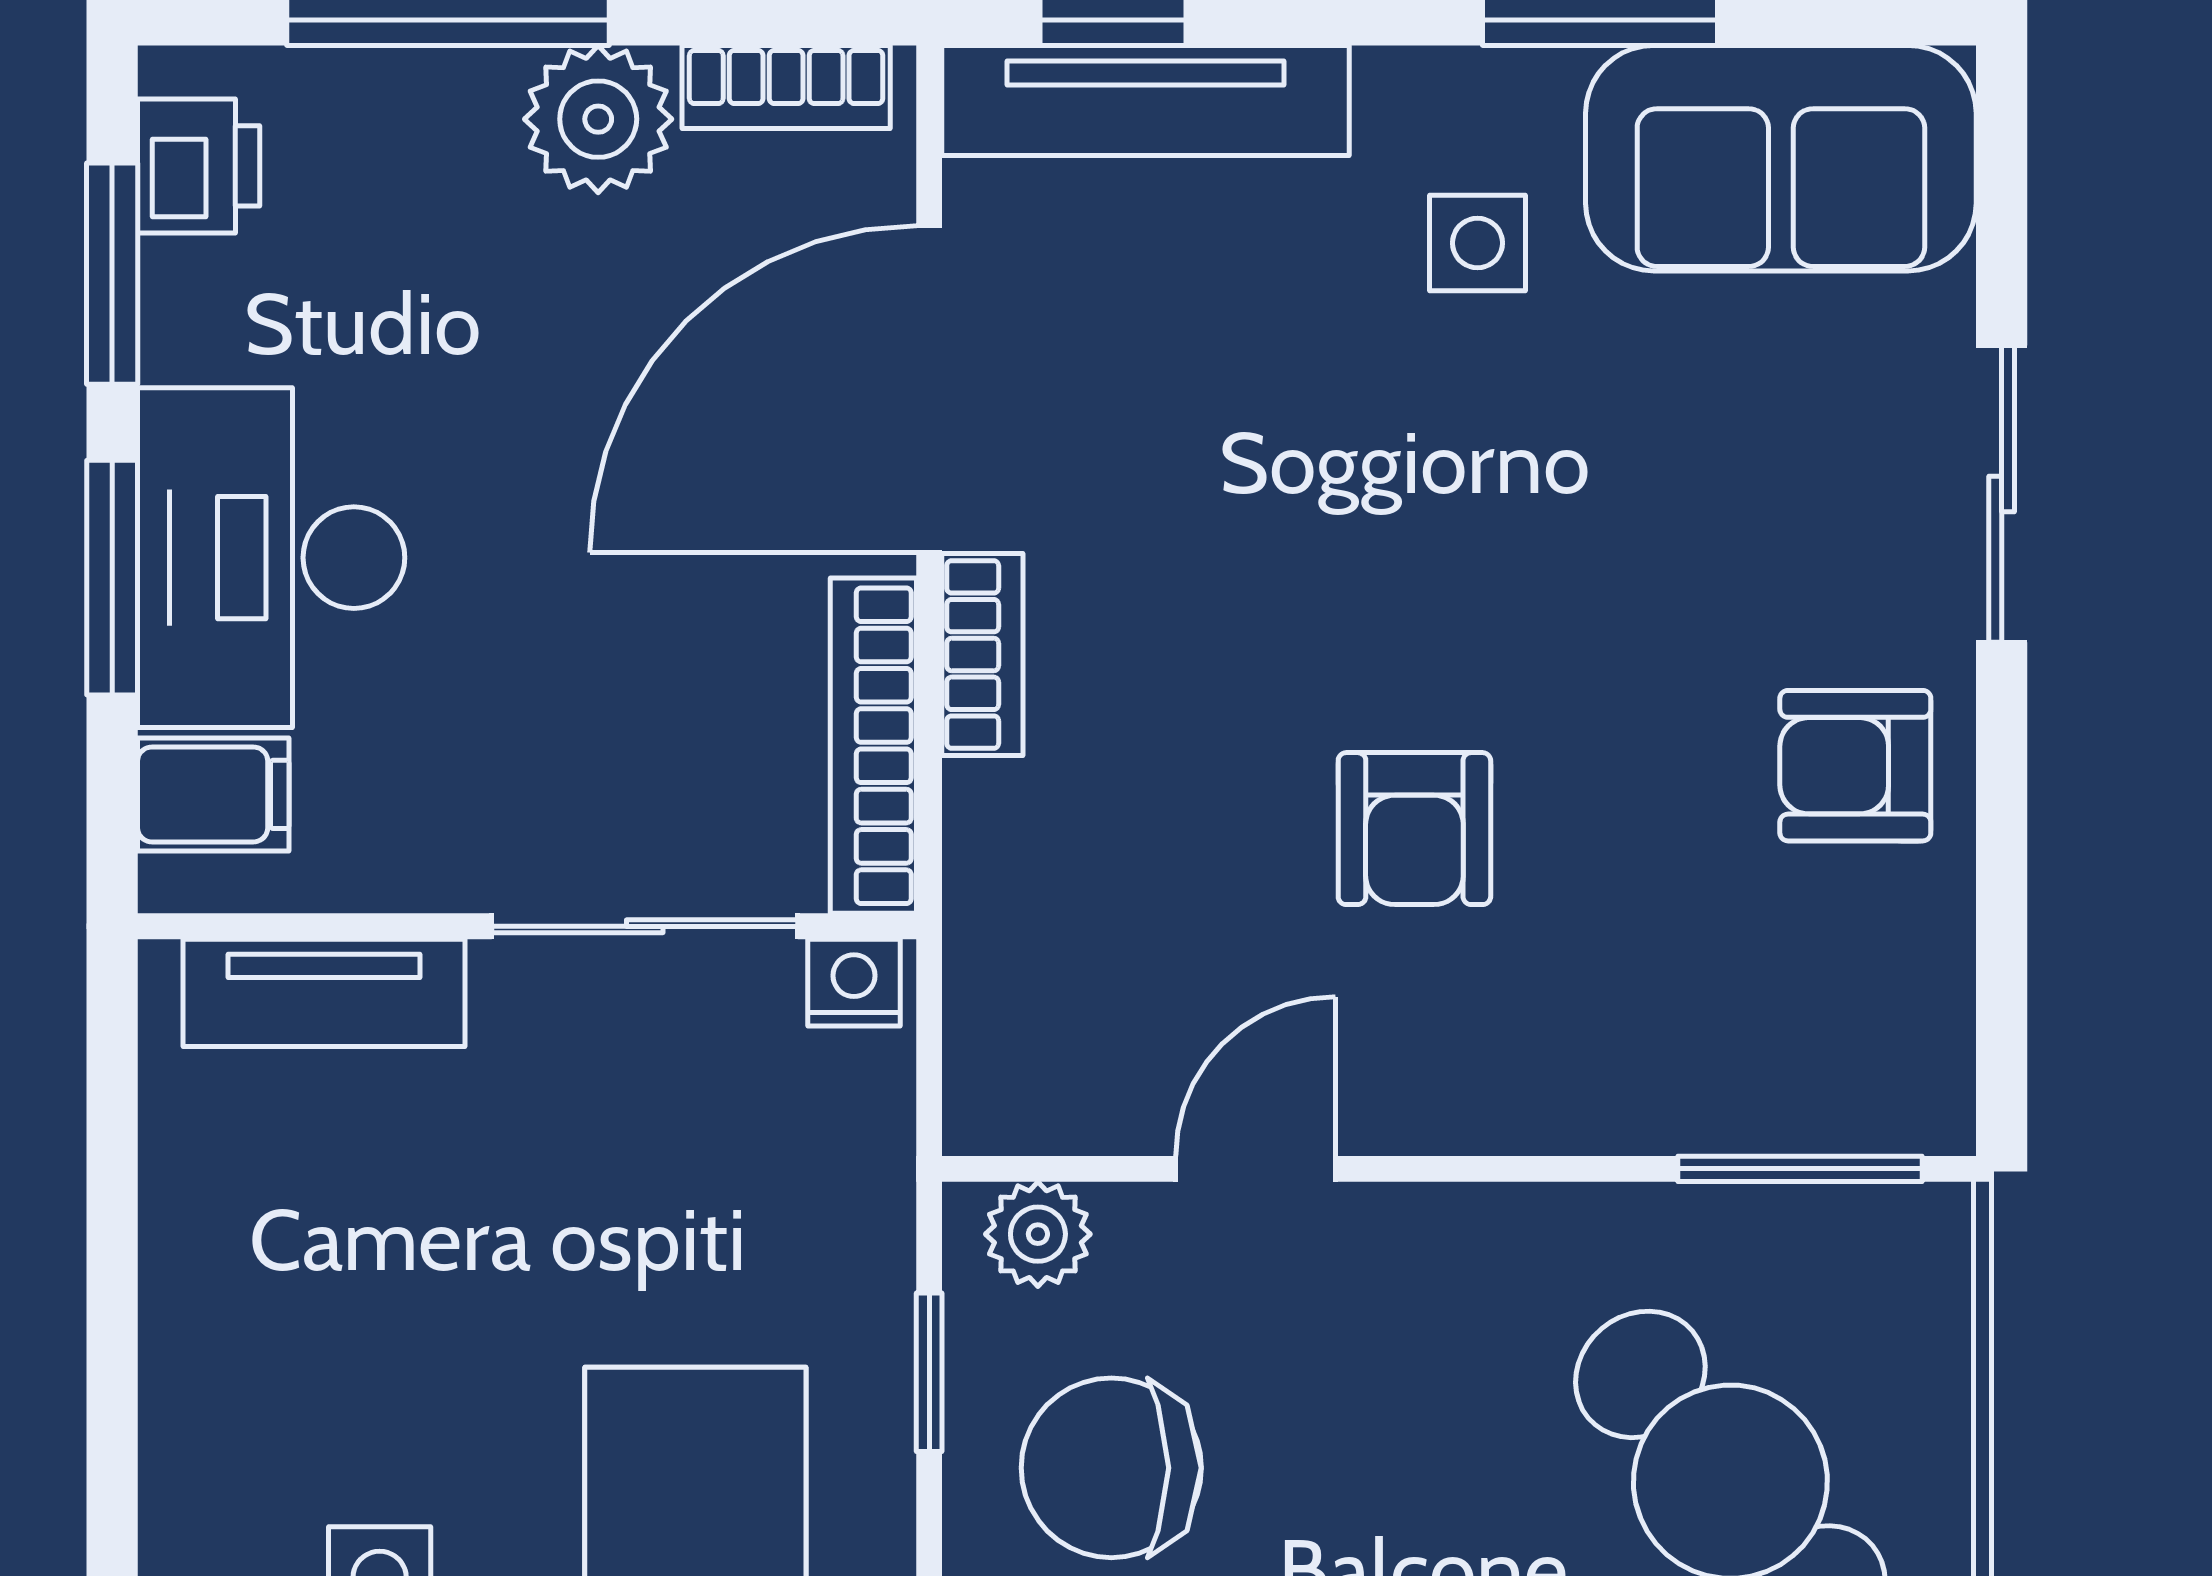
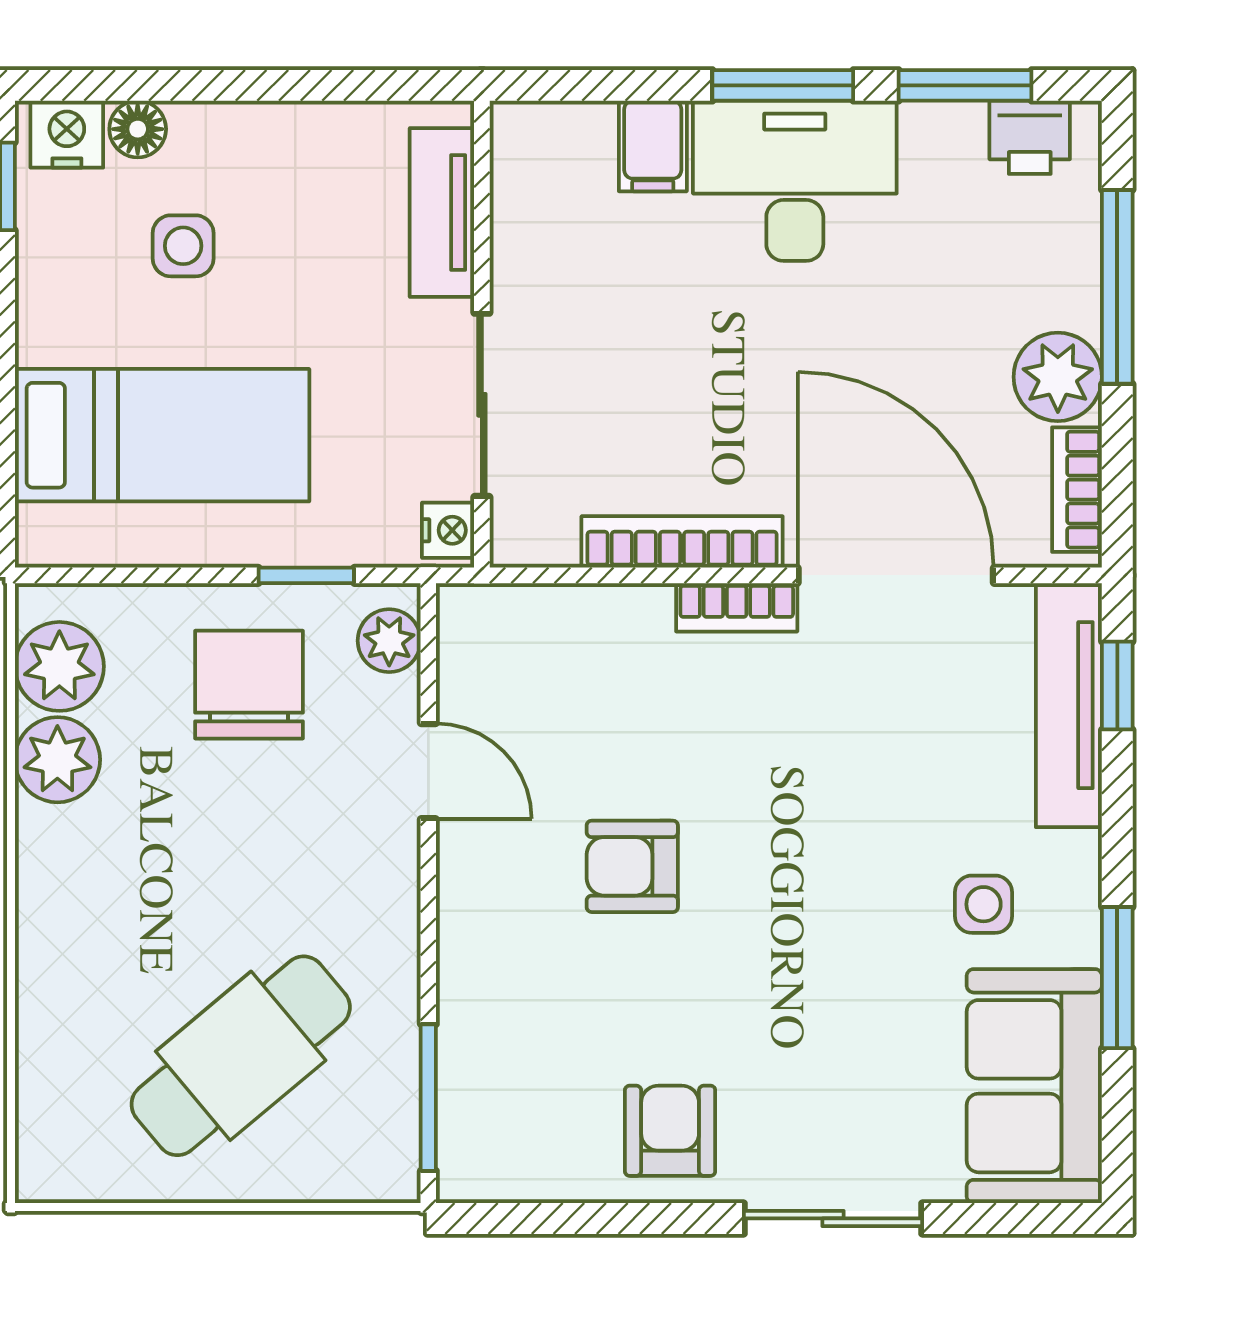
wall: (527, 926) -> (482, 334), moved
sliding door: (645, 926) -> (482, 405), moved
nightstand: (854, 983) -> (448, 530), moved
tv unit: (324, 993) -> (442, 212), moved

